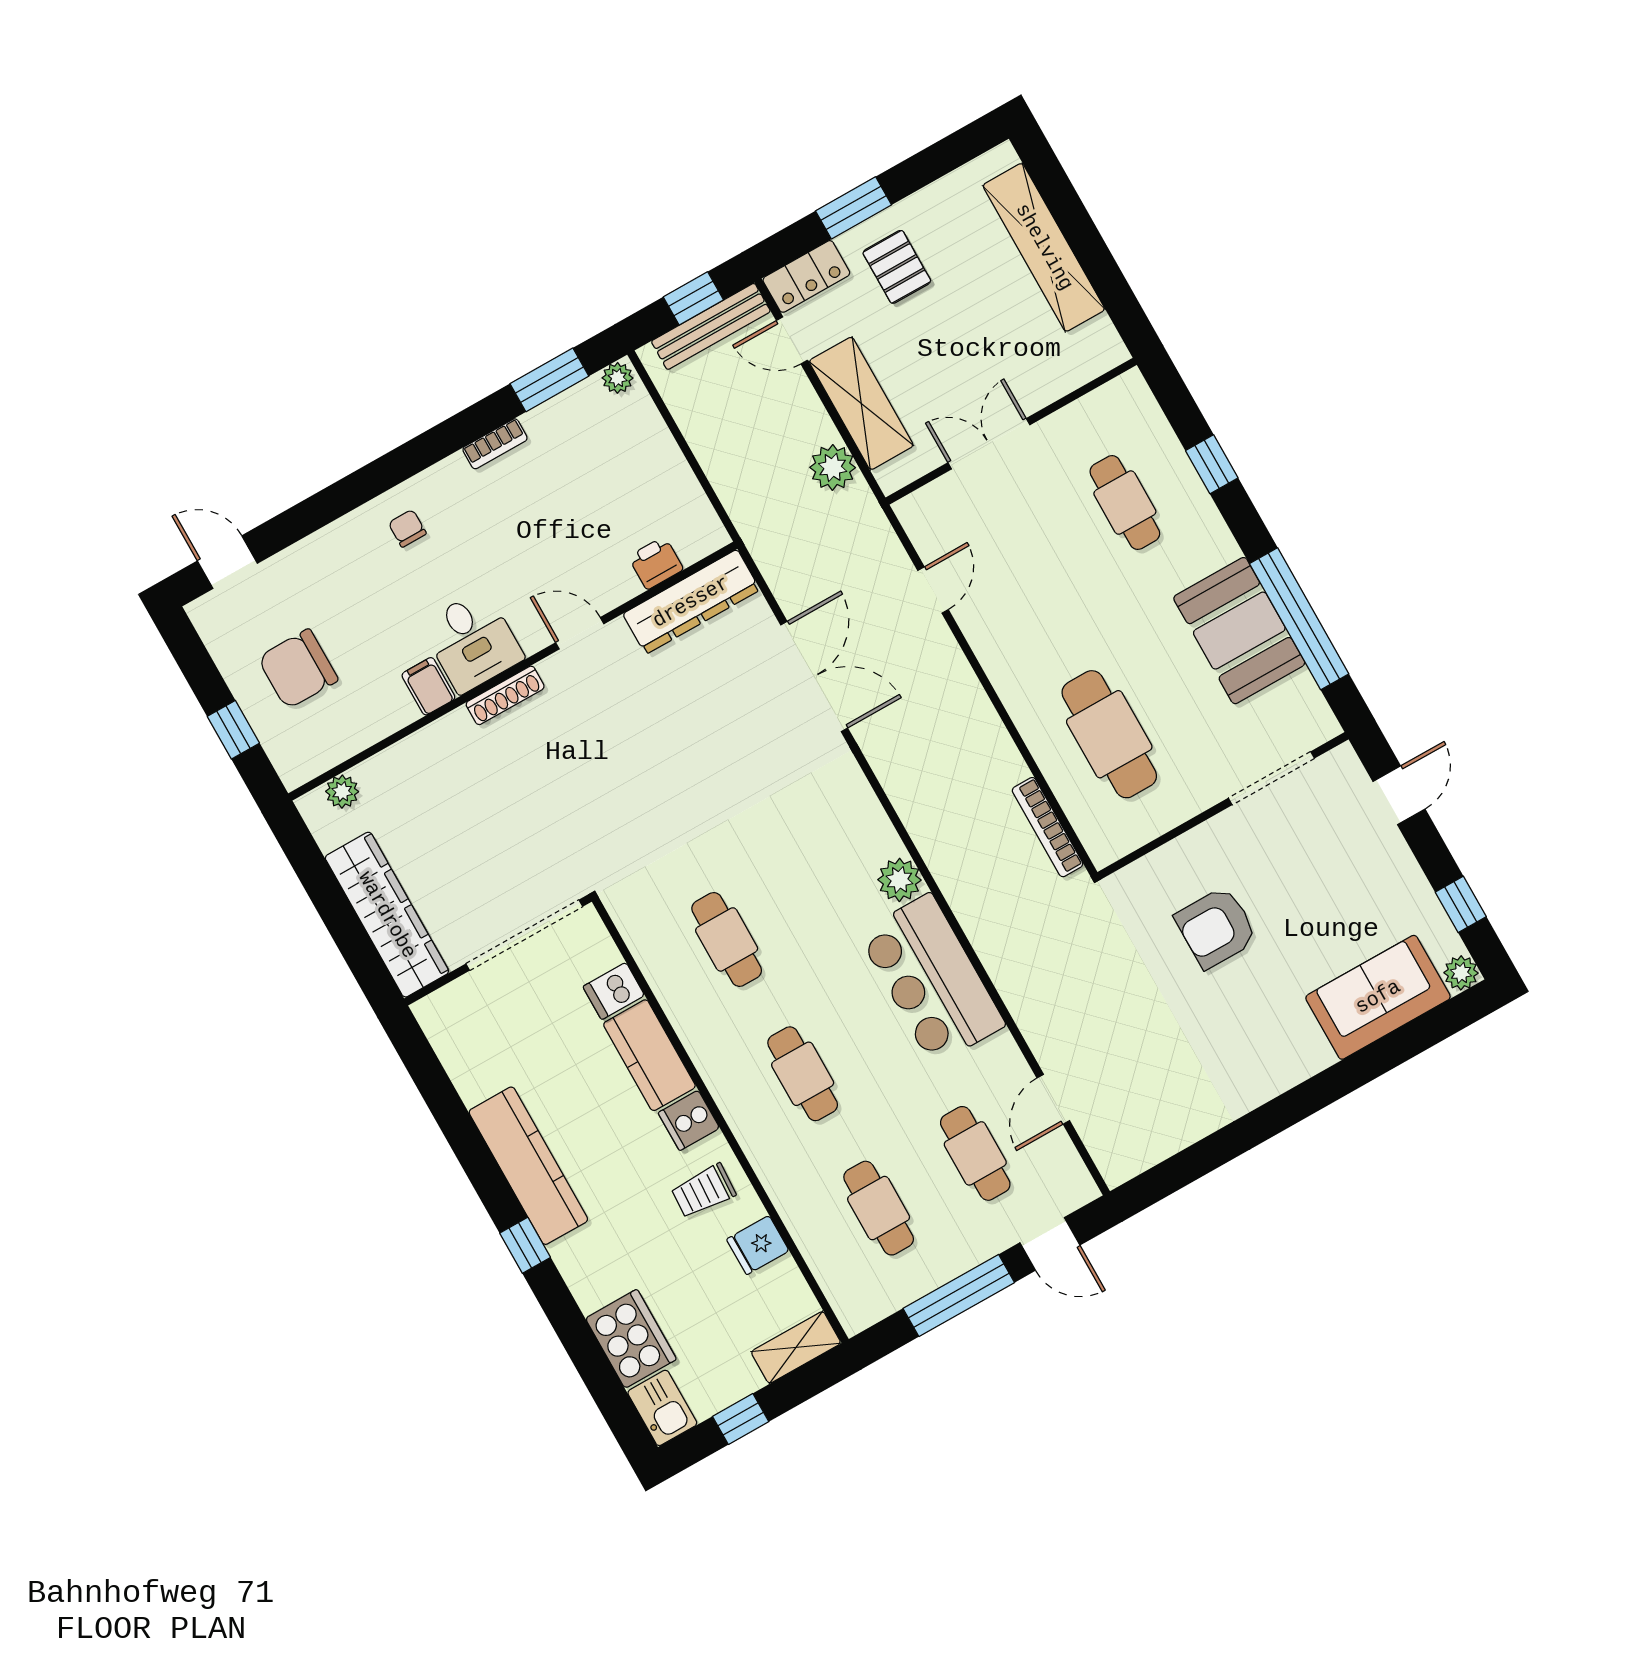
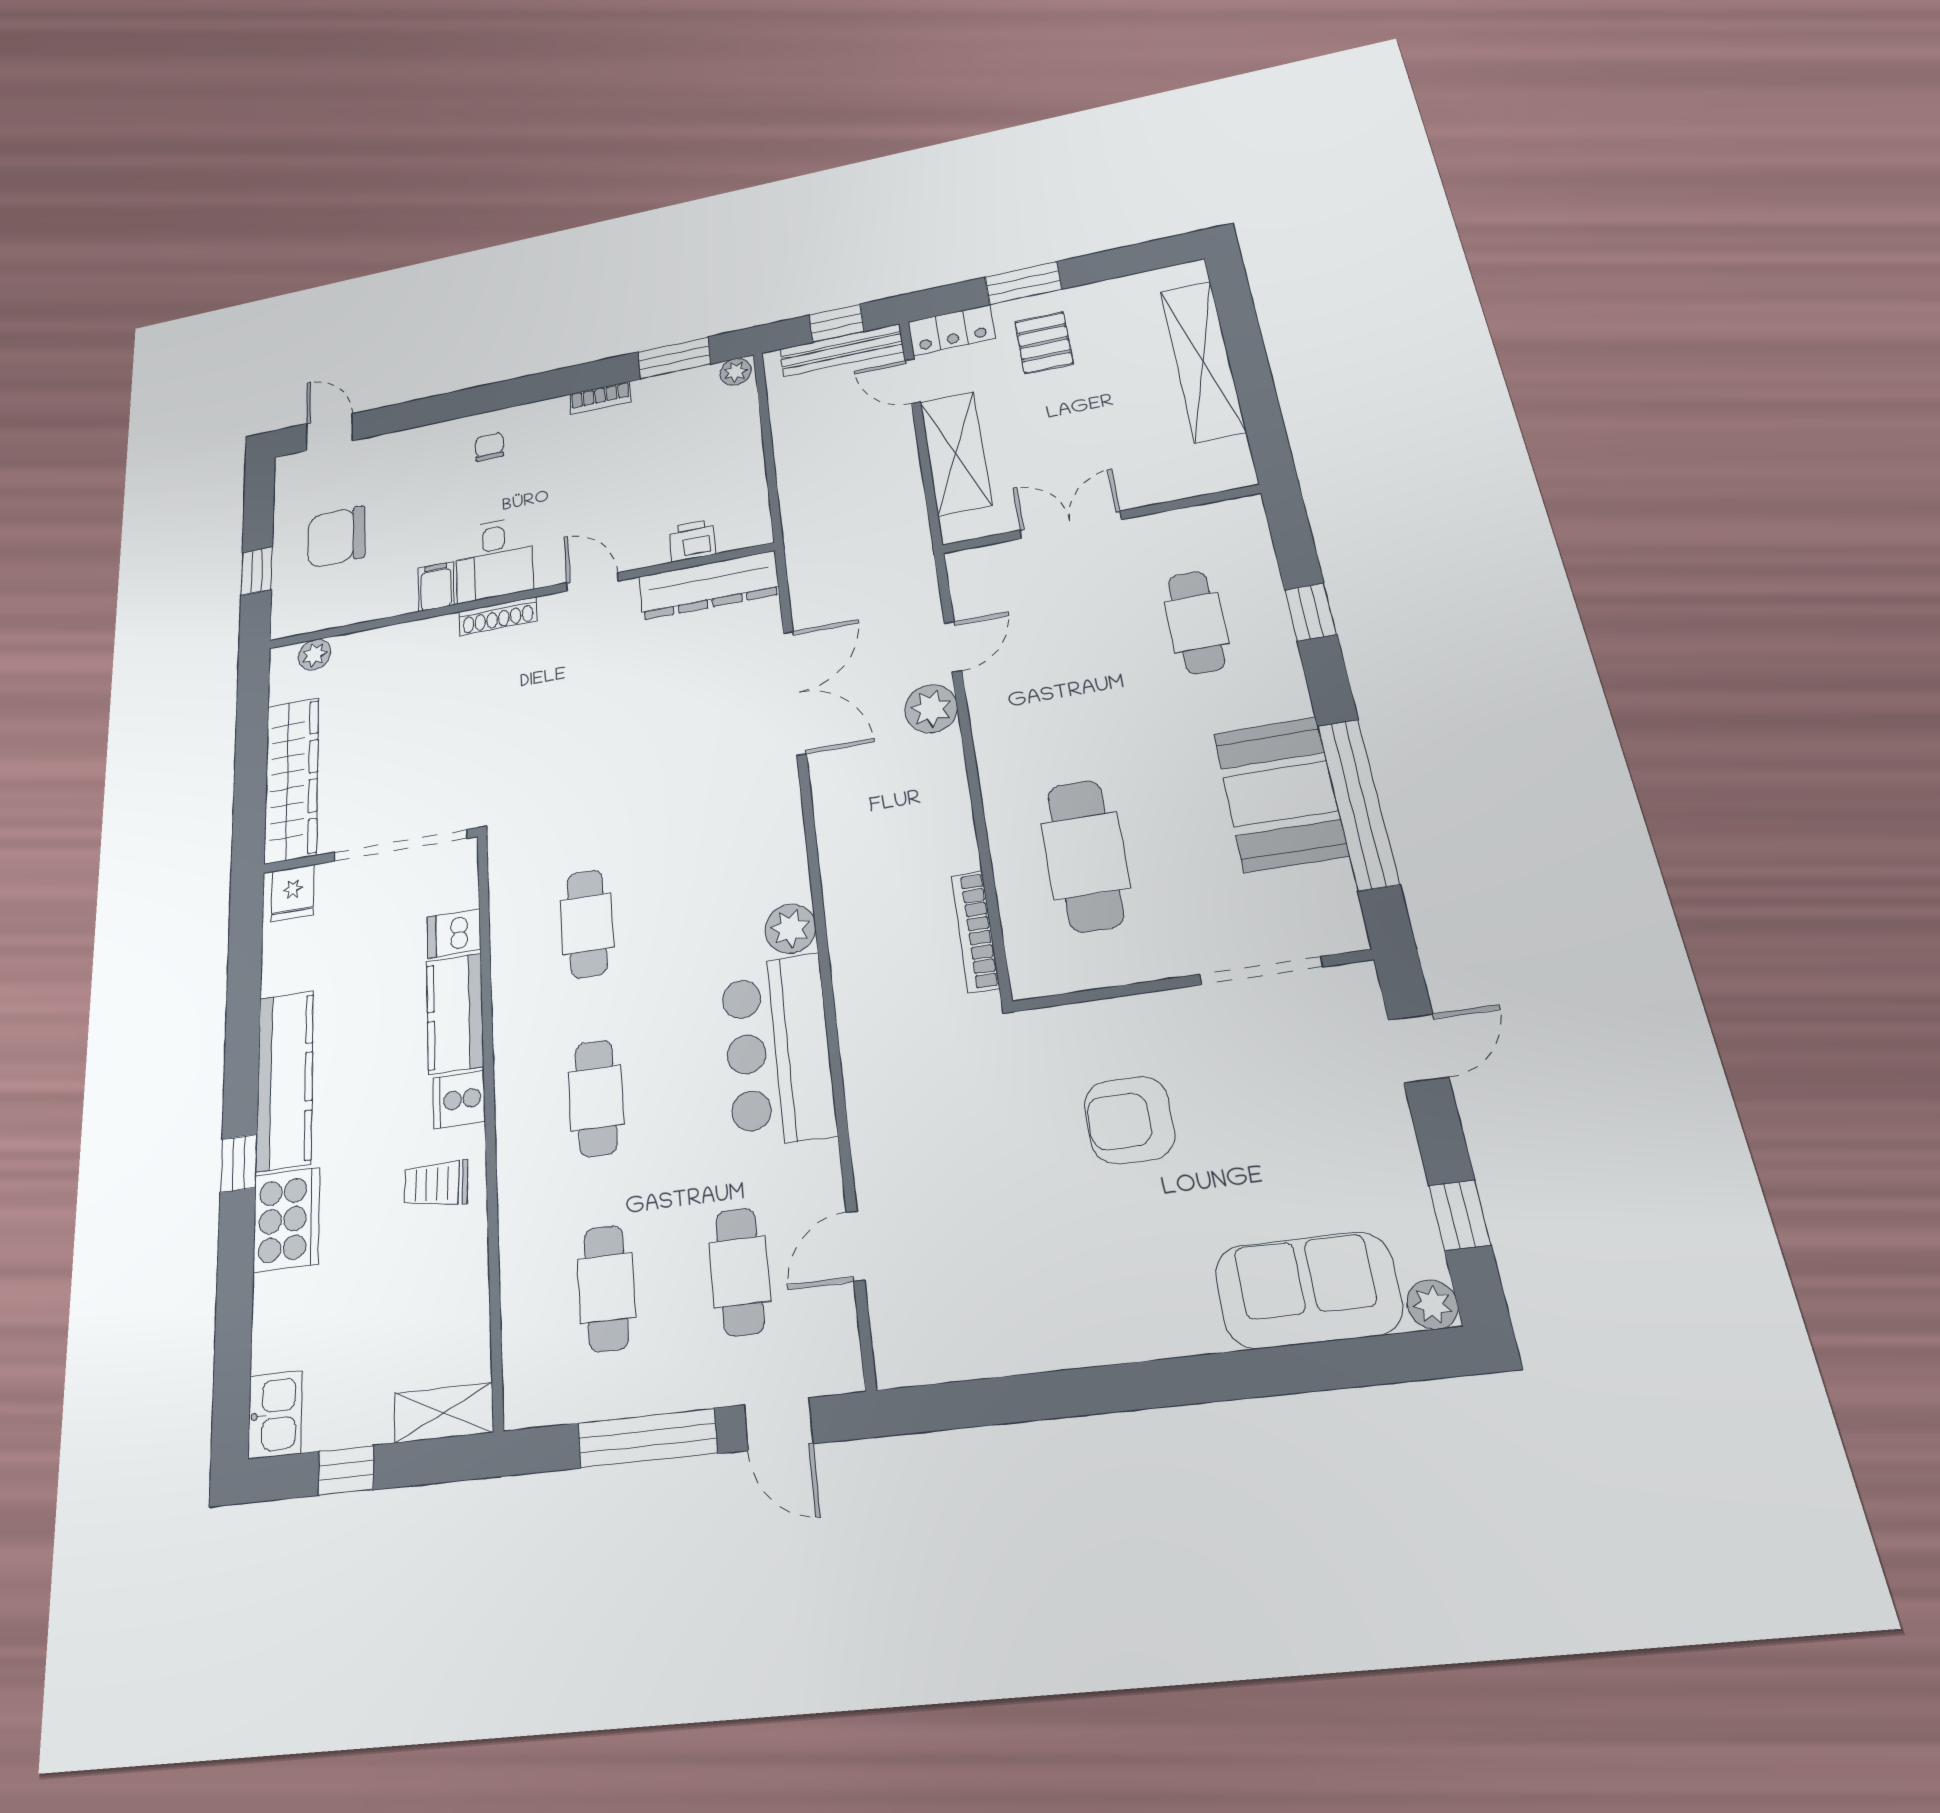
plant: (833, 467) -> (931, 709), moved
fridge: (758, 1245) -> (293, 893), moved, turned -90
cooker: (631, 1339) -> (286, 1220), moved

